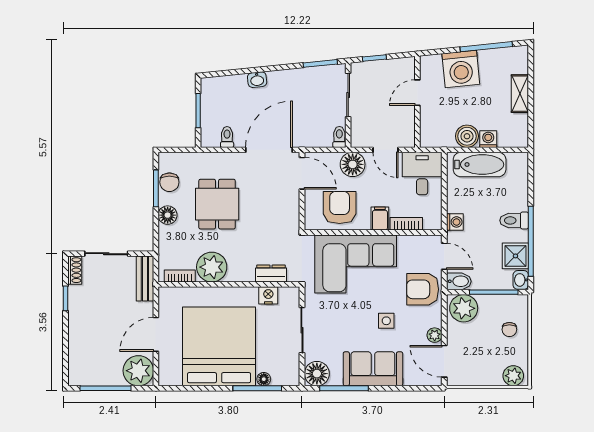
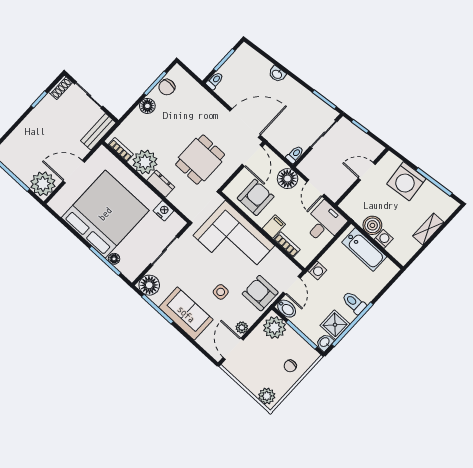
toilet: (227, 137) -> (215, 81), moved
dining table: (217, 204) -> (200, 160), moved
dresser: (271, 273) -> (161, 184), moved

